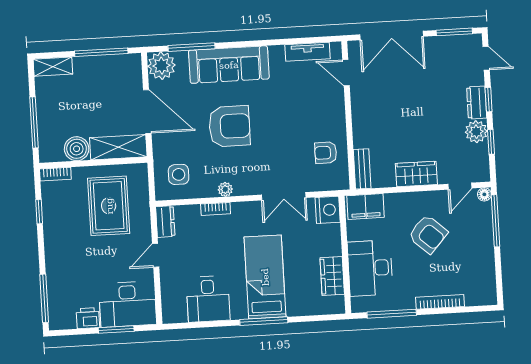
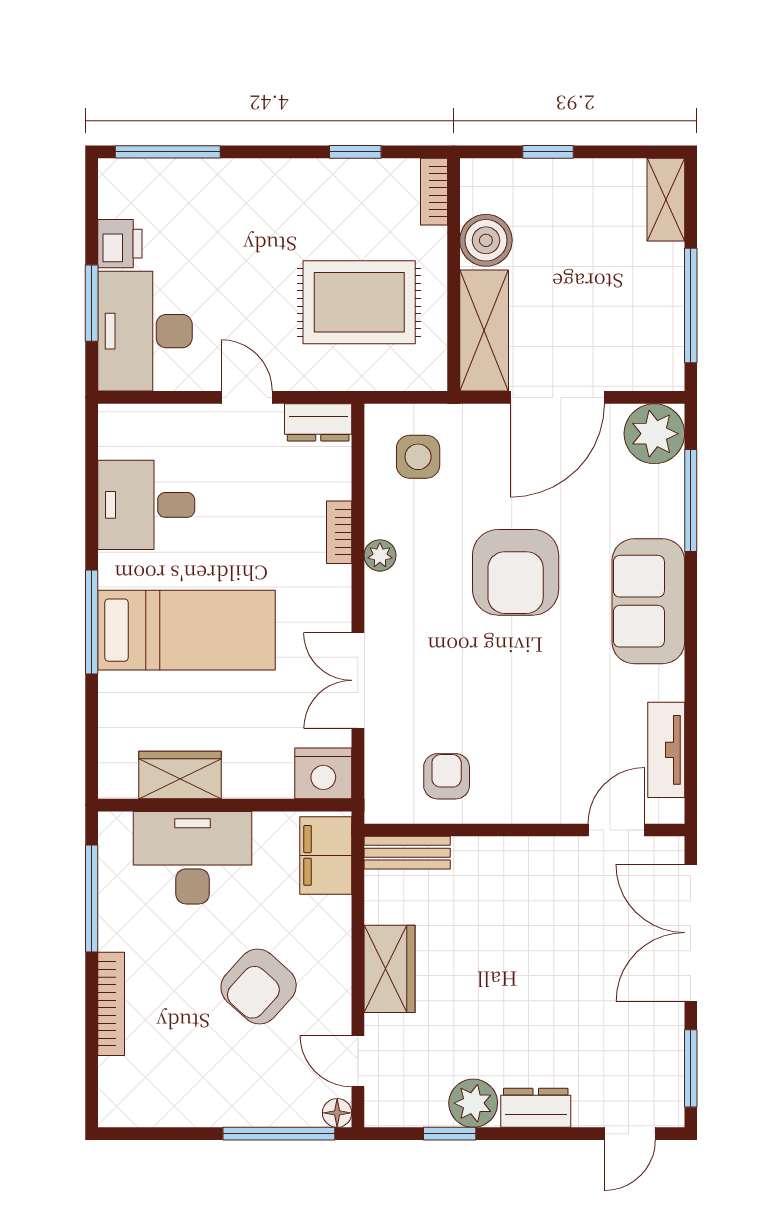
sofa: (229, 65) -> (648, 601), width x0.73
window: (489, 100) -> (541, 1134), removed
window: (34, 122) -> (548, 152), width x0.46

